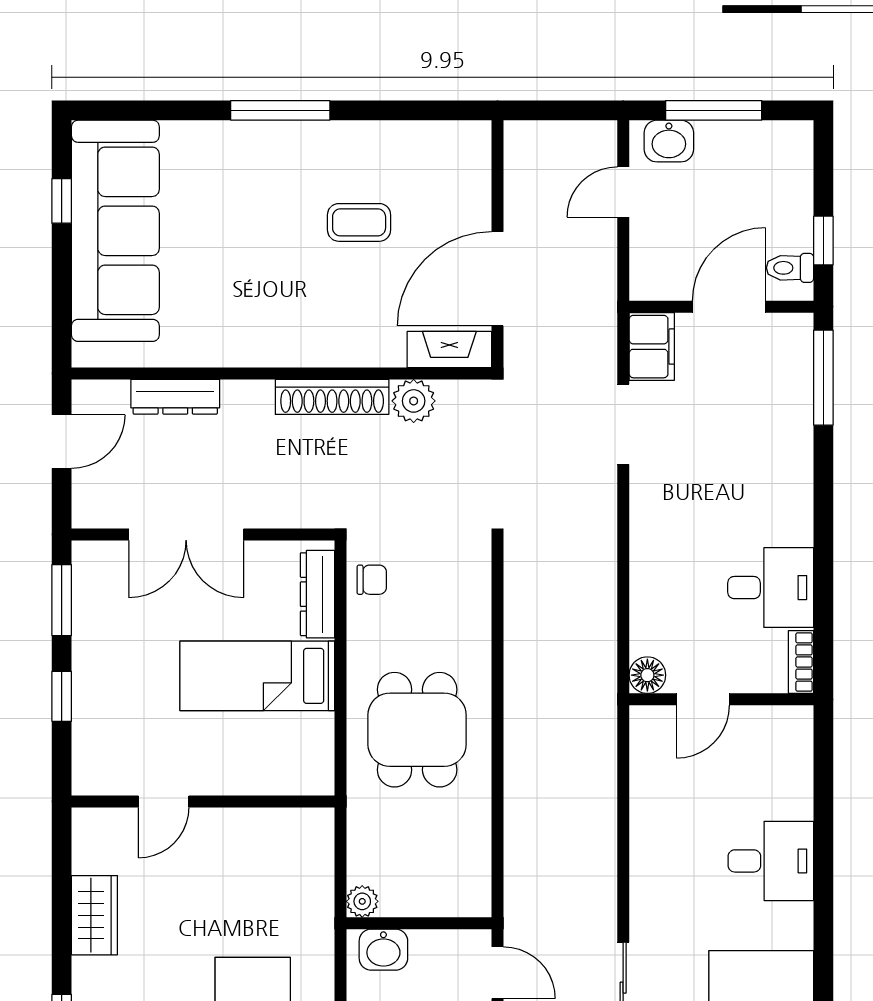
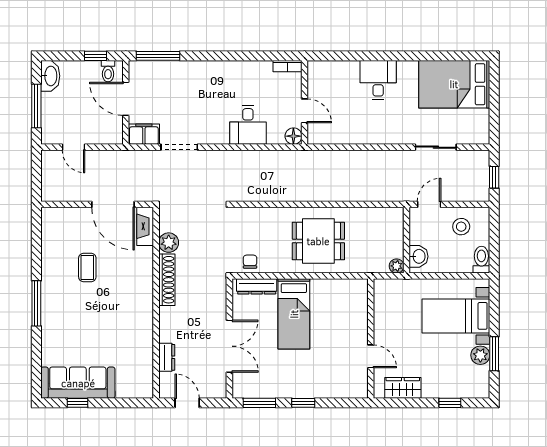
washbasin: (669, 141) -> (50, 76), moved, width x1.38
sofa: (115, 231) -> (78, 383), width x0.74, depth x0.79
dresser: (175, 397) -> (167, 357), width x0.70
desk: (771, 588) -> (248, 125), moved, turned 180
door: (164, 801) -> (371, 356), moved
wall: (203, 801) -> (371, 338), moved

